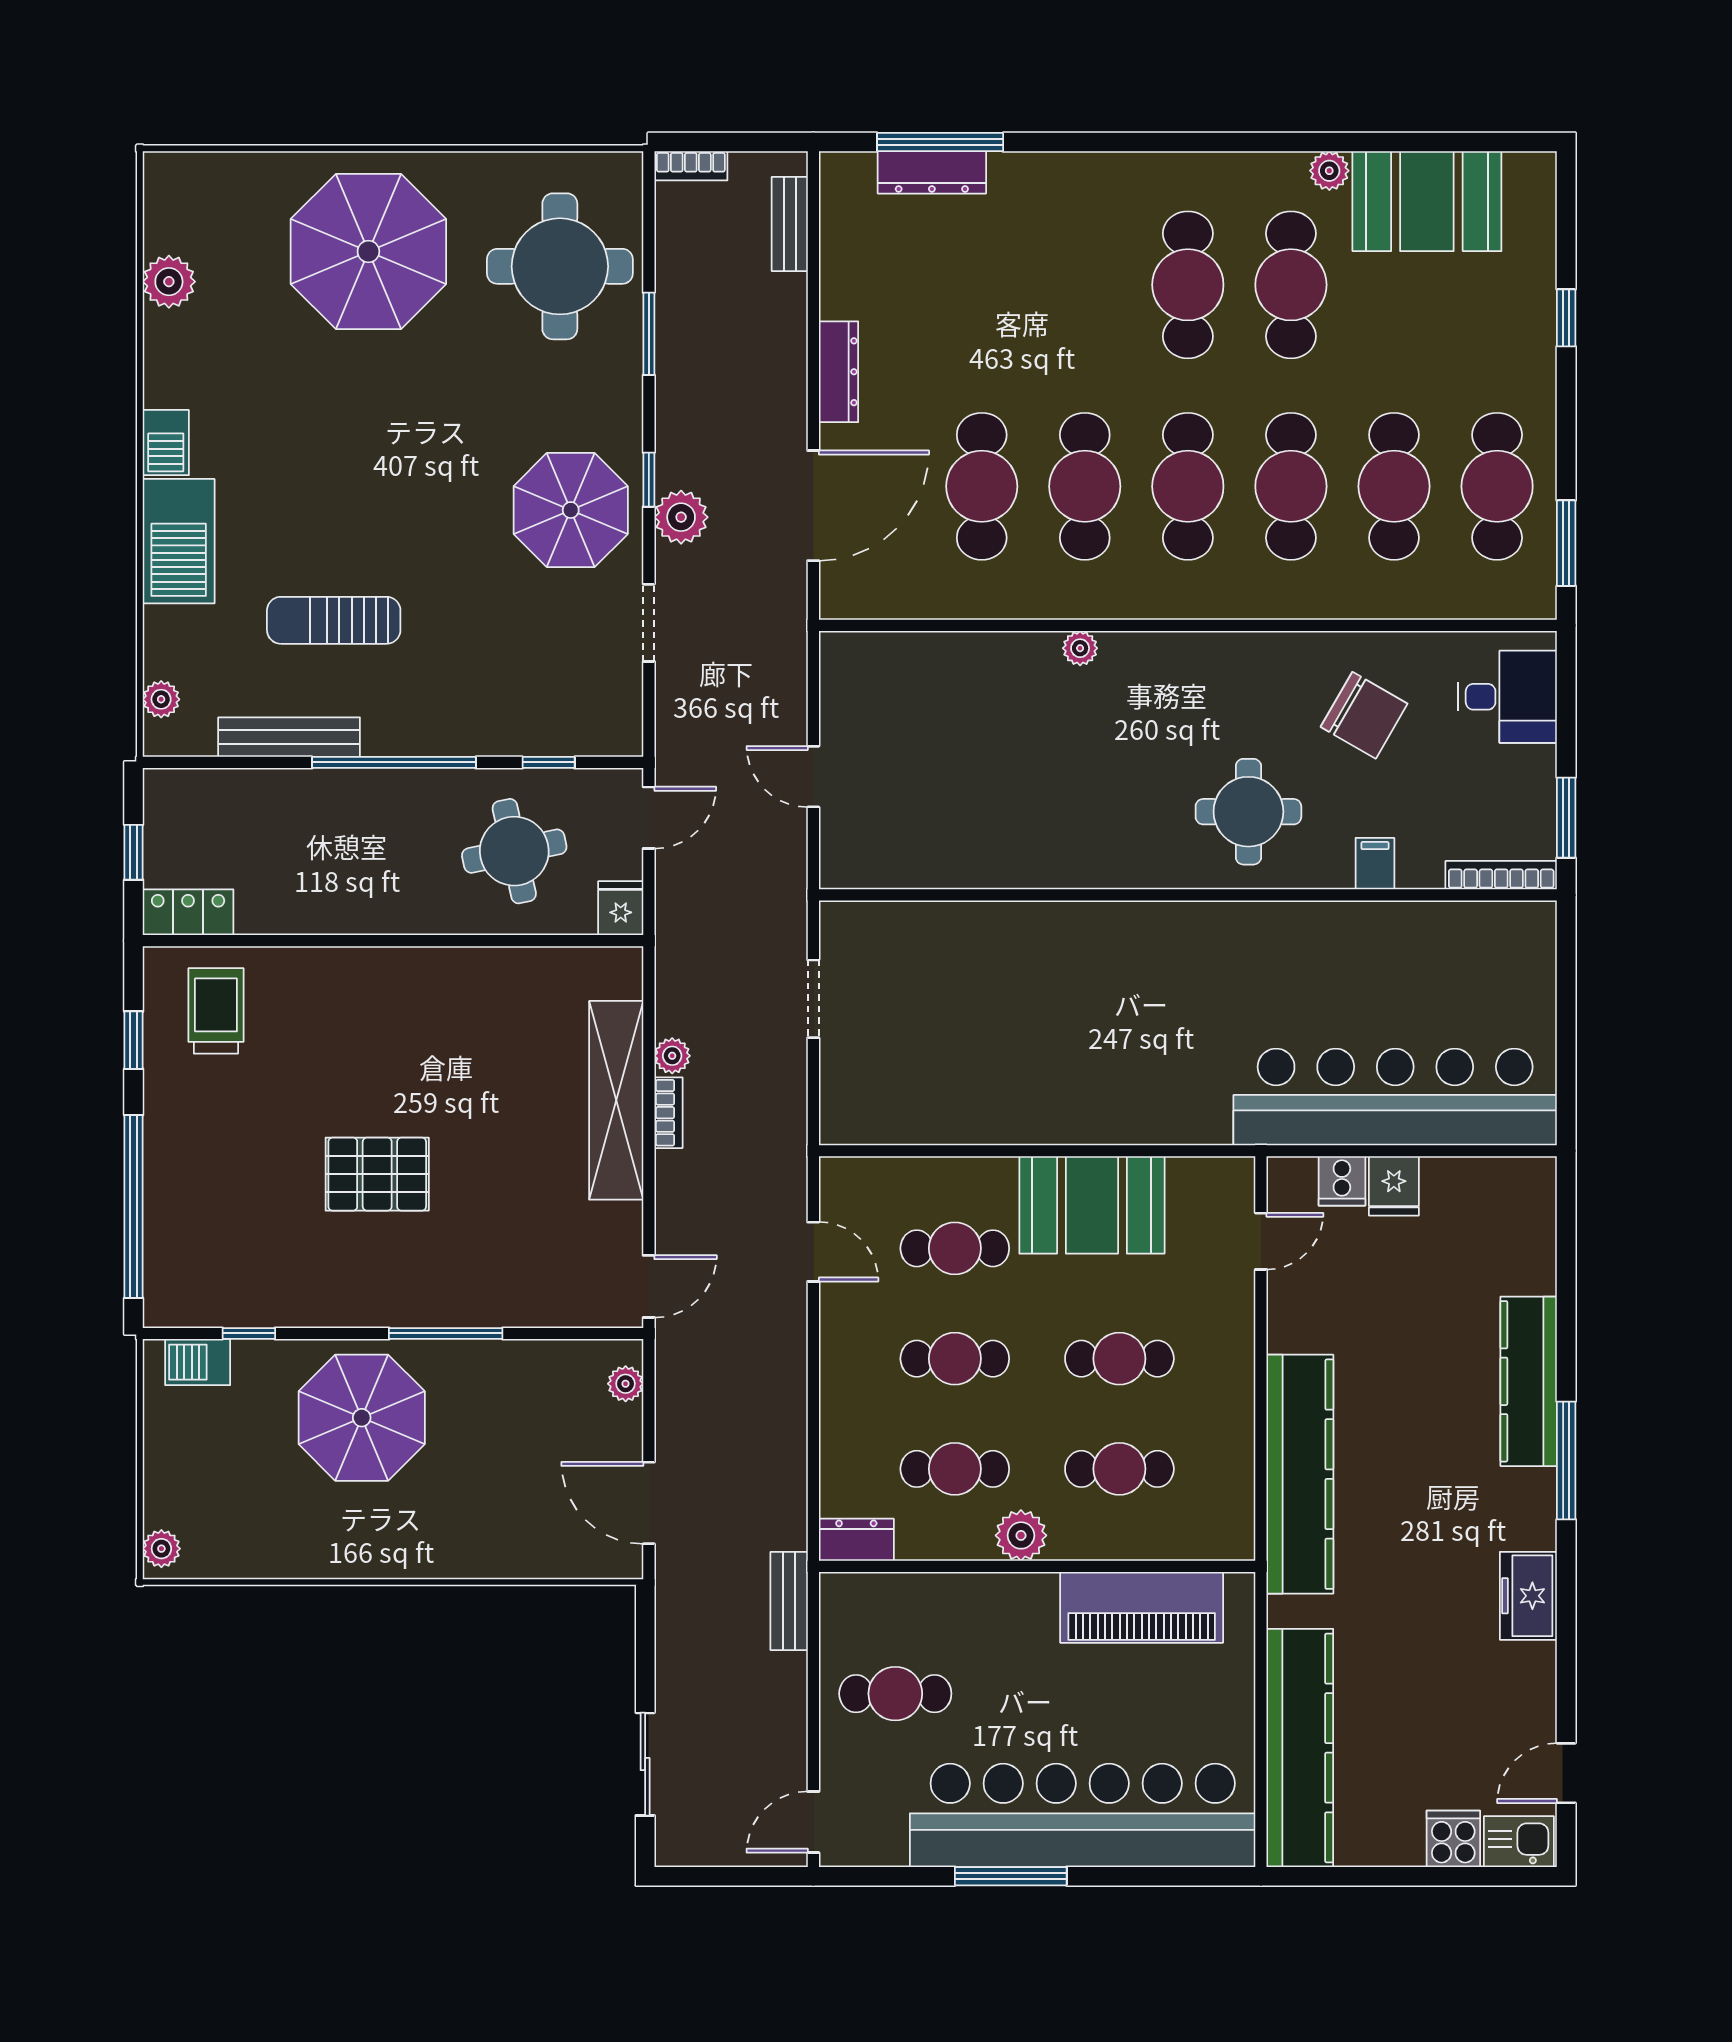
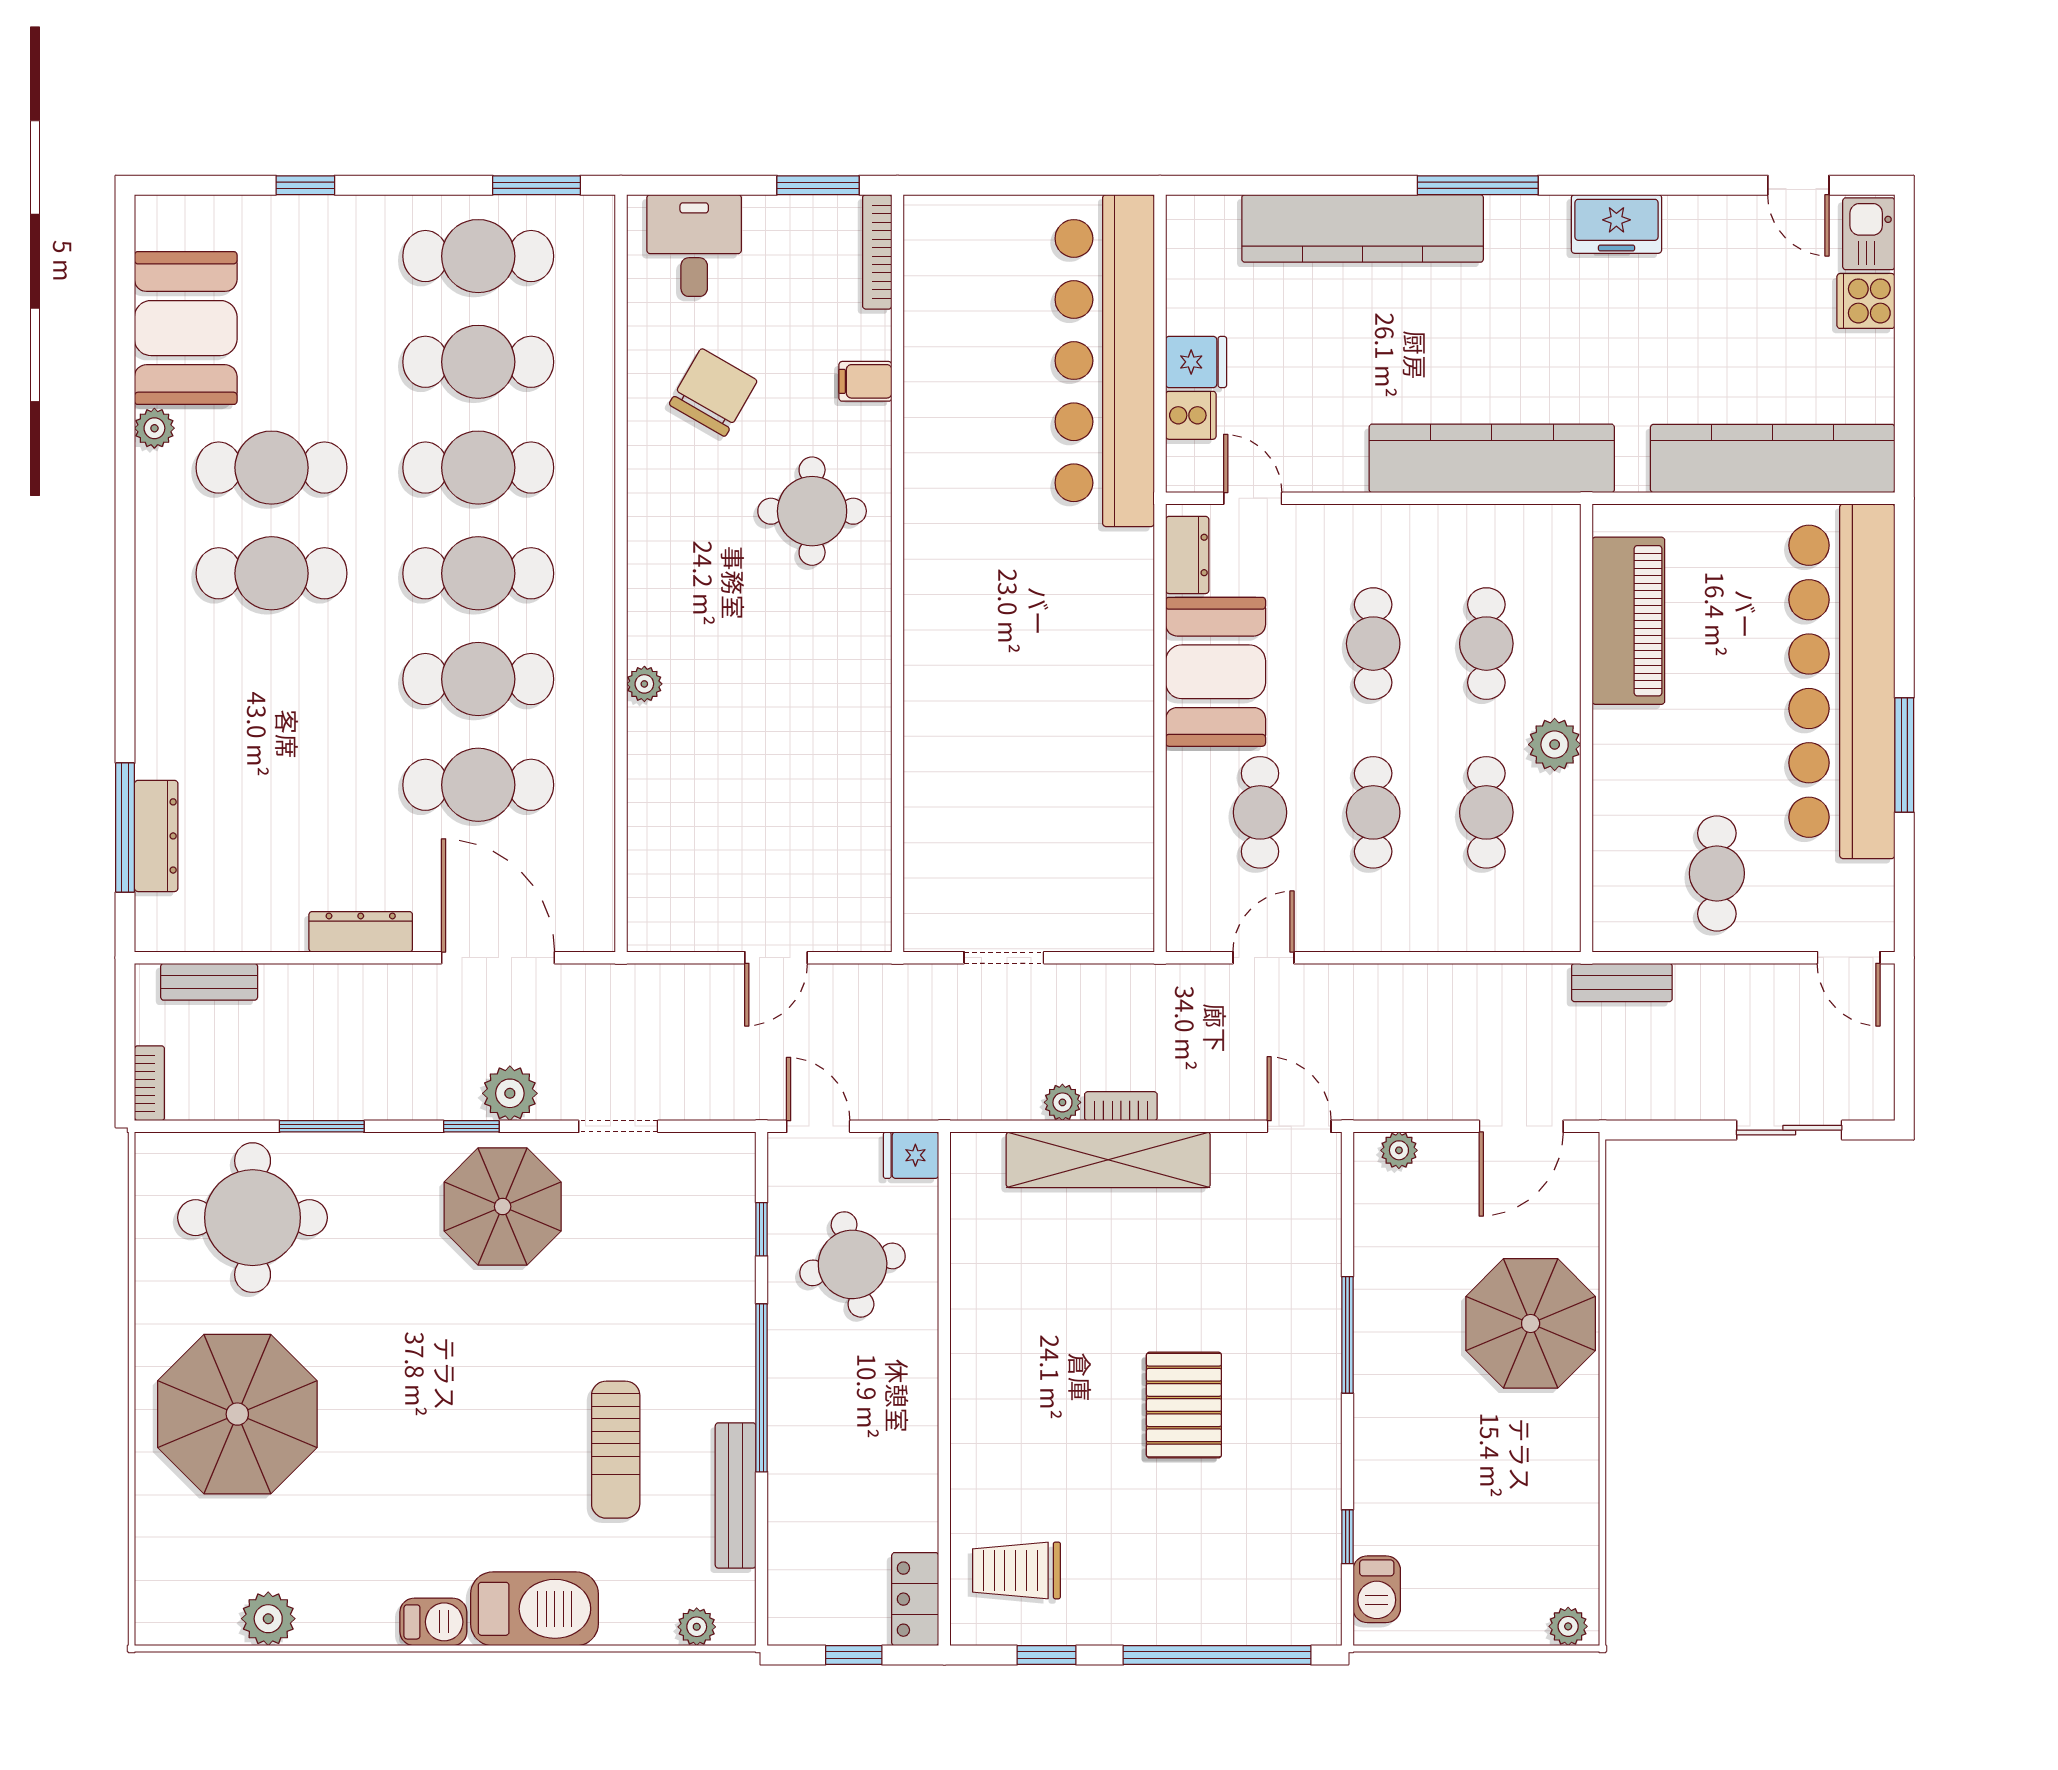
kitchen counter: (1529, 1381) -> (1363, 228), width x1.39, depth x1.17
parasol: (362, 1418) -> (1531, 1323), moved
dresser: (856, 1540) -> (1187, 555), moved, turned 180

